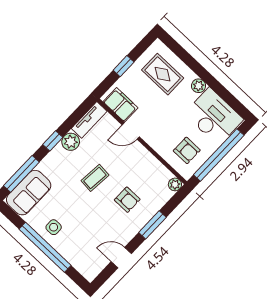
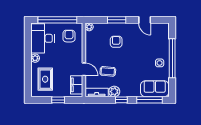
coffee table: (95, 178) -> (108, 71), moved

